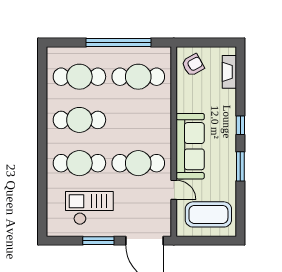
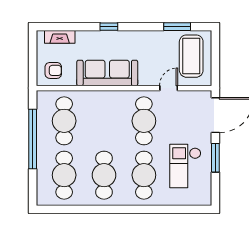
armchair: (193, 65) -> (53, 70), turned 119
sofa: (190, 146) -> (107, 73), moved
window: (240, 166) -> (177, 27), moved

